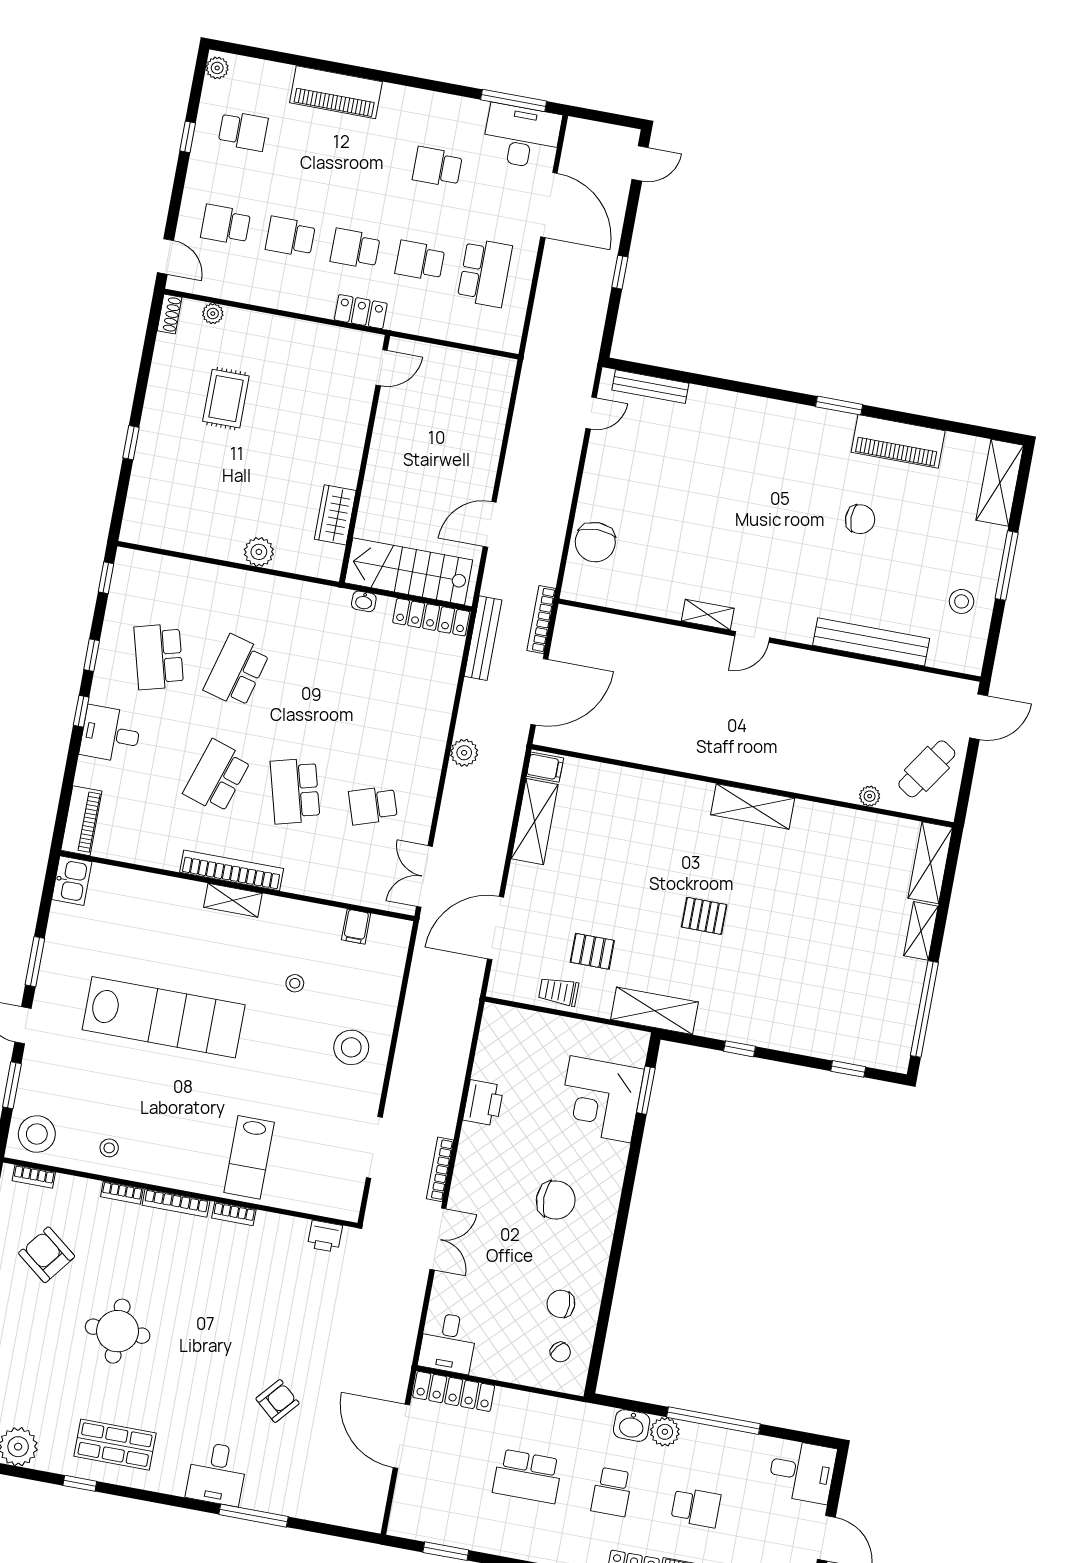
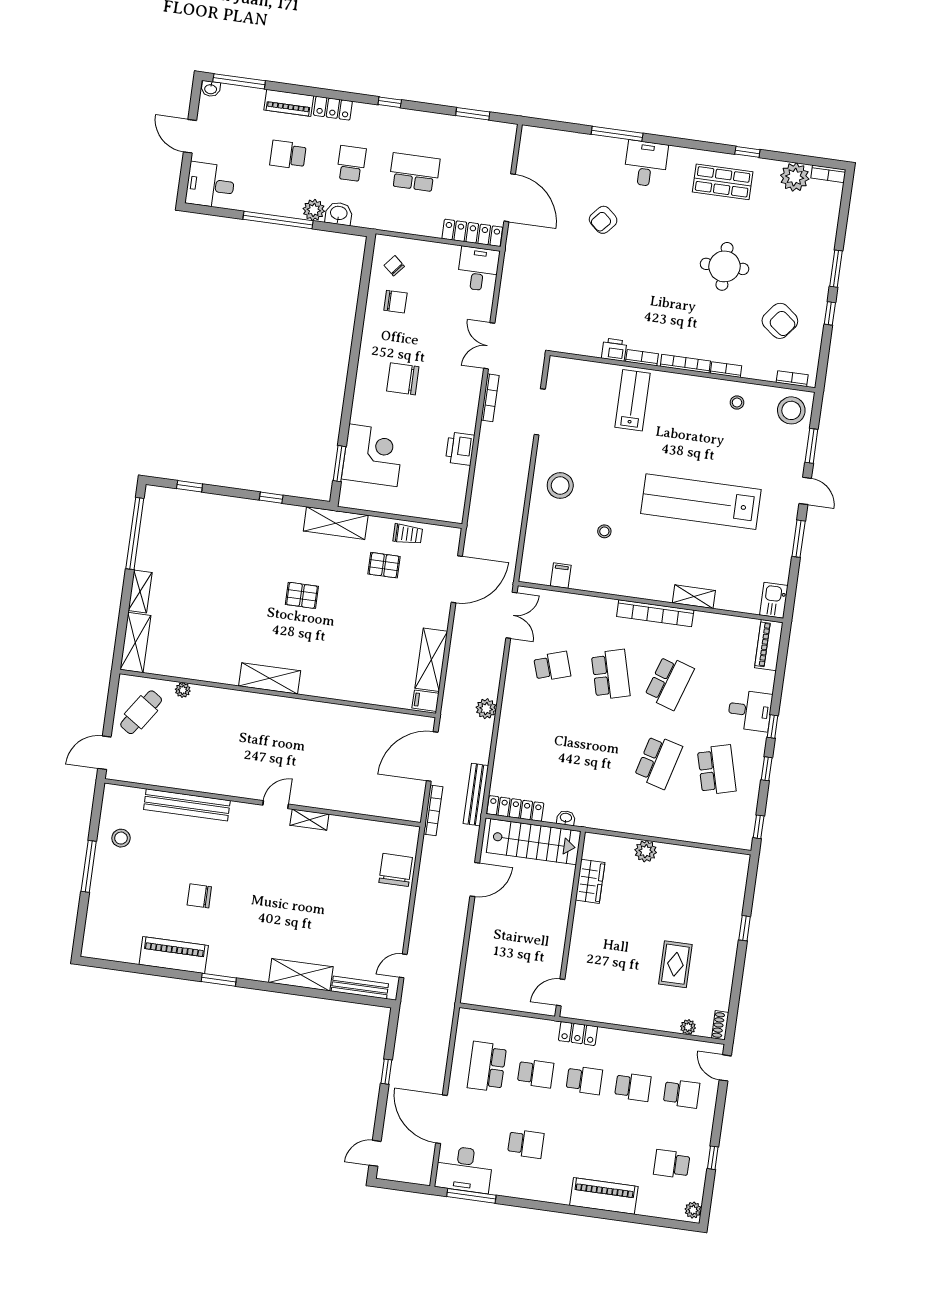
shelving: (1000, 483) -> (301, 975), moved, turned 90
shelving: (233, 900) -> (694, 597), moved
printer: (325, 1236) -> (614, 350), moved

